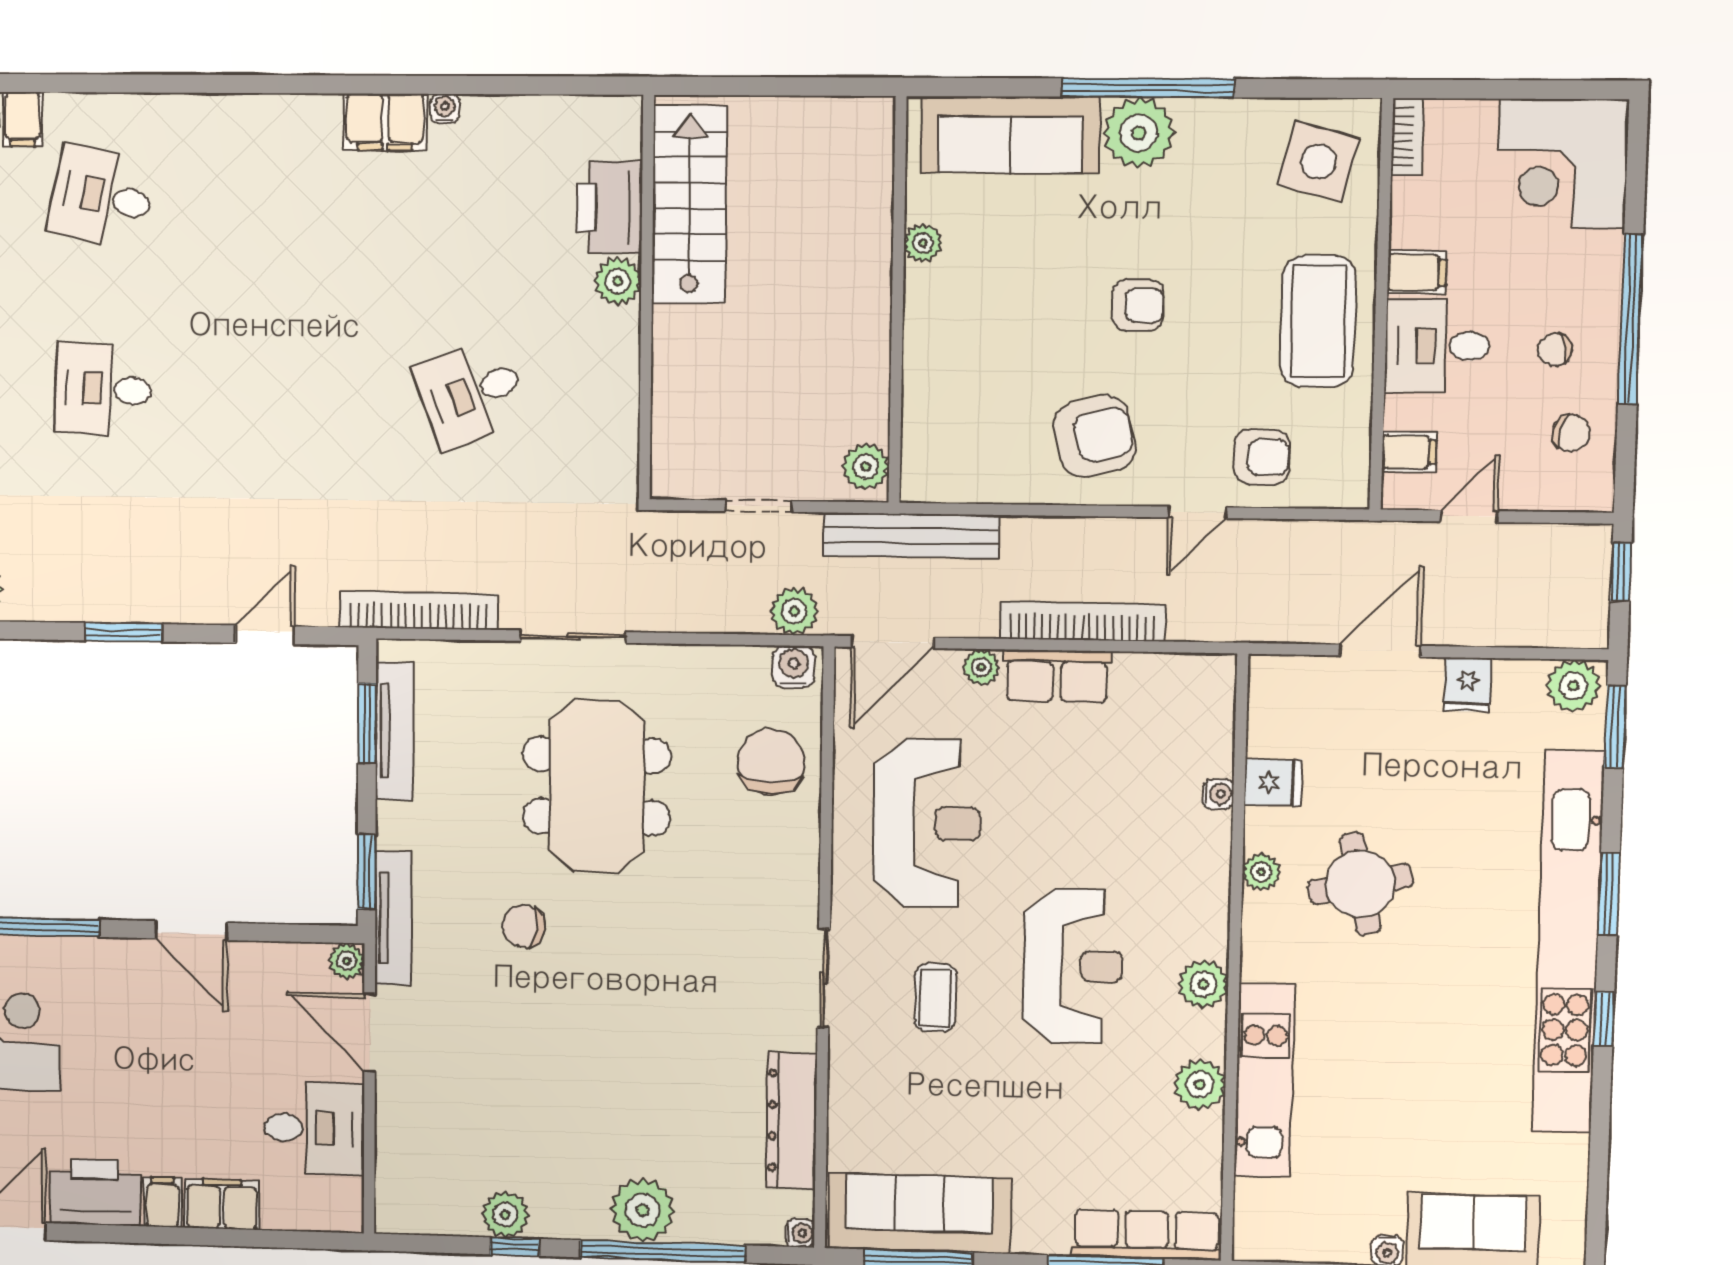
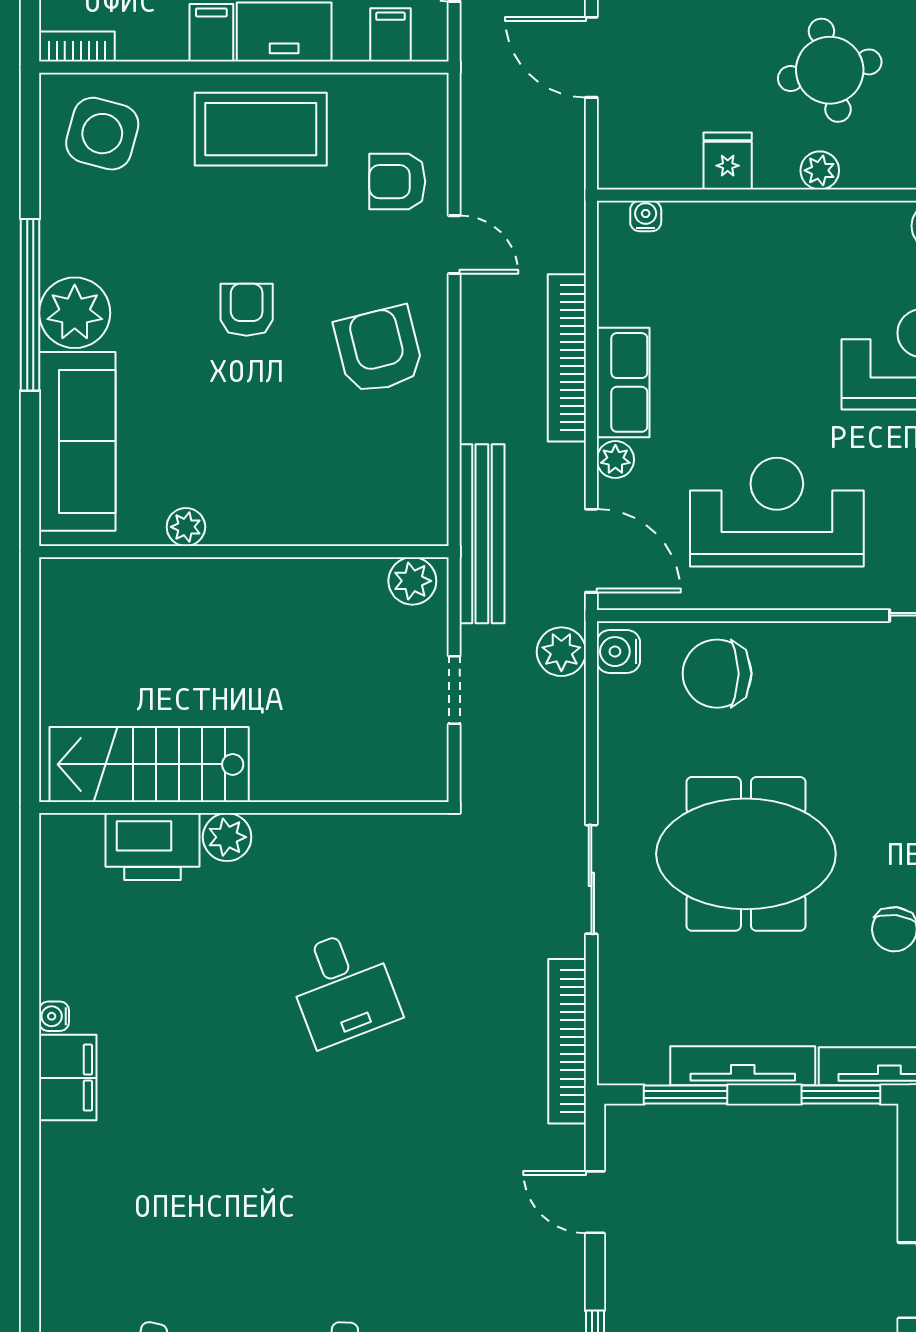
armchair: (1262, 457) -> (397, 182), turned -90
tv unit: (394, 731) -> (743, 1066), moved
water cooler: (1218, 794) -> (646, 216), moved

